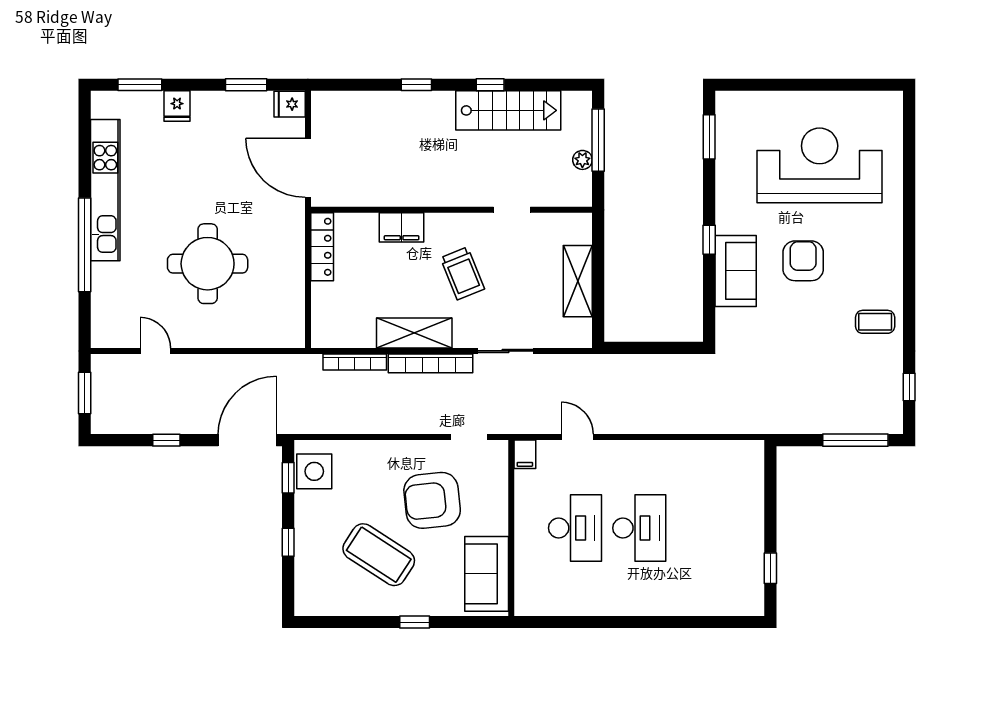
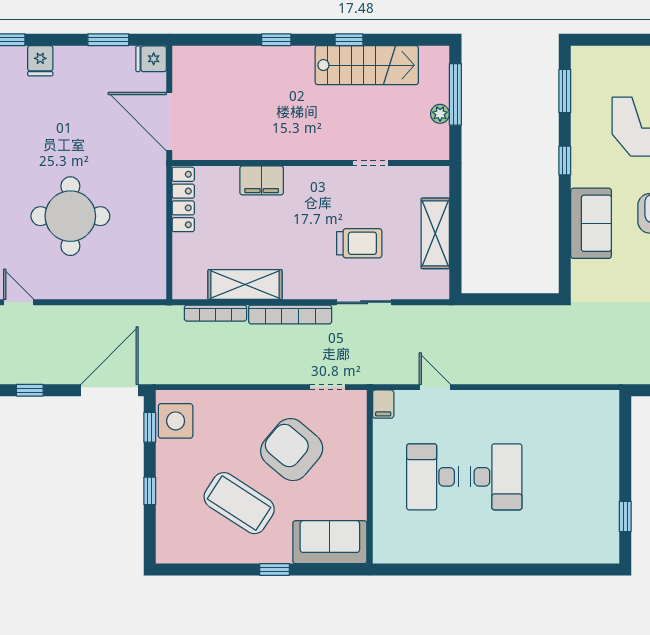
window: (709, 240) -> (565, 161), moved
trolley: (462, 273) -> (359, 243), moved, turned -68
shelving: (414, 333) -> (245, 285), moved
armchair: (432, 500) -> (292, 450), turned 46
desk: (575, 528) -> (433, 477), turned 180
sofa: (487, 574) -> (330, 542), moved, turned 90

